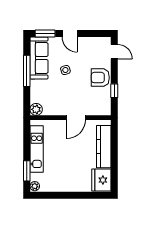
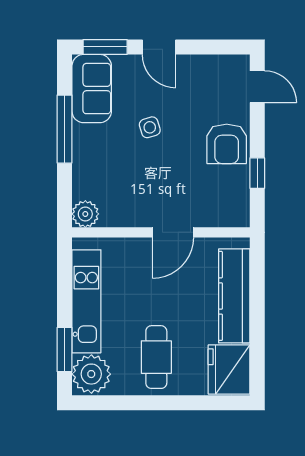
sofa: (39, 58) -> (92, 89), width x0.73
armchair: (100, 78) -> (227, 144), turned -90
cafe table: (68, 174) -> (156, 357), added
plant: (35, 186) -> (91, 374), width x1.87, depth x1.87

